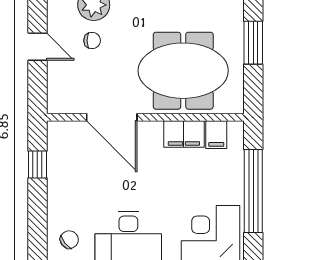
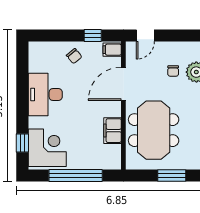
door: (37, 47) -> (145, 36), moved
filing cabinet: (216, 135) -> (112, 50), moved
chair: (69, 240) -> (74, 56), moved

